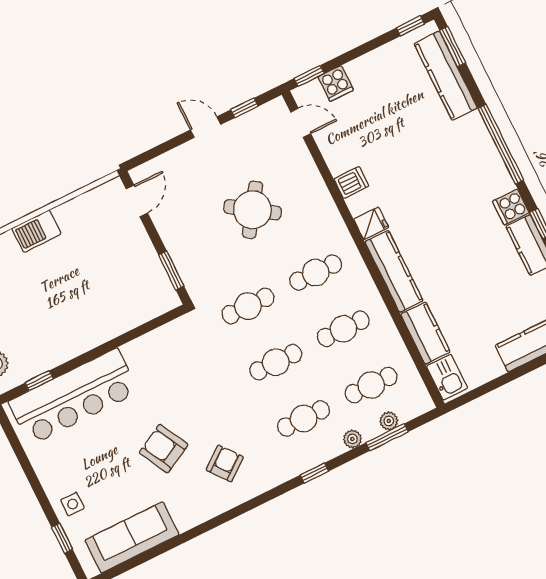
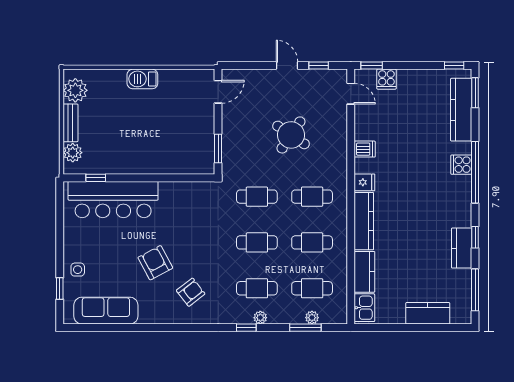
cooker: (511, 207) -> (461, 165), moved
plant: (352, 439) -> (260, 318), moved

